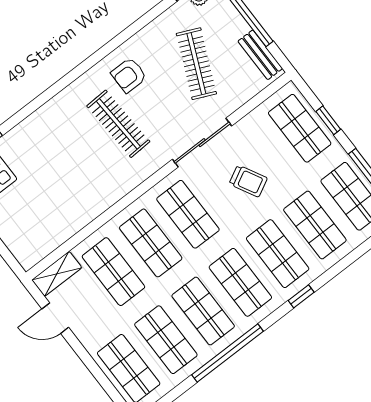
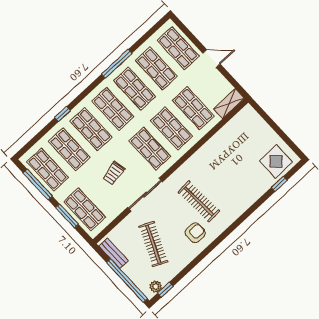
window: (328, 120) -> (67, 216), width x1.50
trolley: (248, 181) -> (114, 173), turned -74
window: (301, 296) -> (63, 114), moved
door: (55, 318) -> (212, 59), moved
window: (228, 353) -> (117, 64), width x0.68

